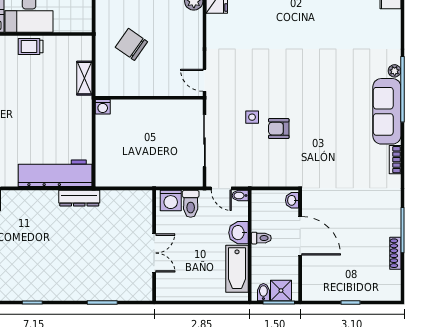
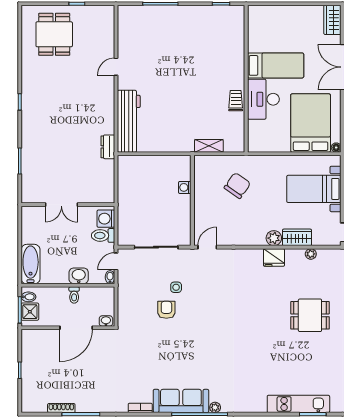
washing machine: (103, 107) -> (185, 187), moved
dresser: (79, 198) -> (108, 147), width x0.70
bathtub: (237, 269) -> (31, 264), moved, turned 90

